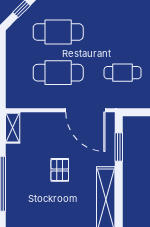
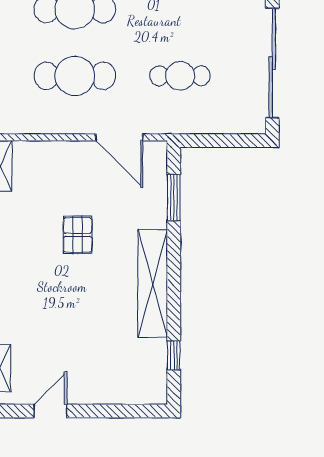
door: (85, 110) -> (119, 137), width x0.73

